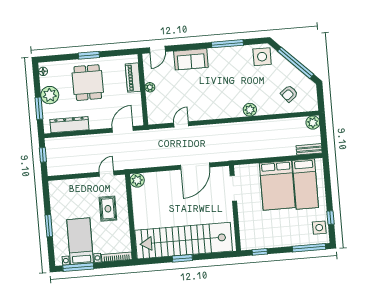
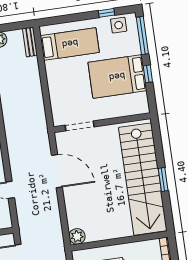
bed: (277, 185) -> (117, 77), moved, turned 180
window: (260, 252) -> (148, 74), moved

